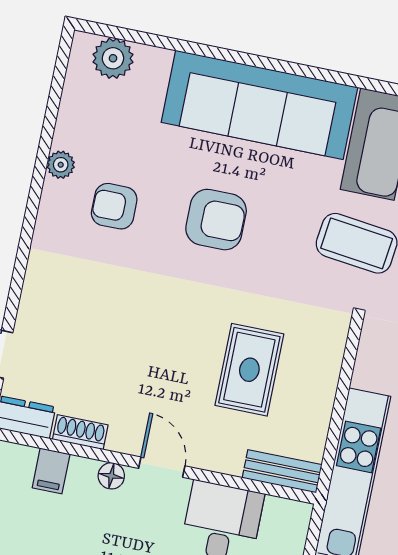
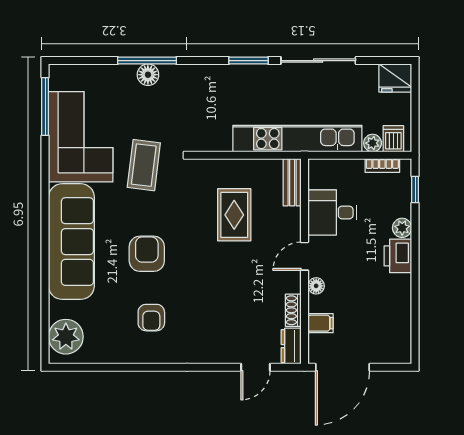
plant: (113, 58) -> (66, 337), width x1.36, depth x1.36
plant: (61, 165) -> (133, 355), removed
rug: (249, 370) -> (234, 215), turned 90

